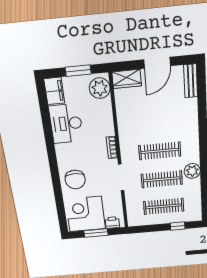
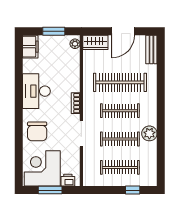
plant: (100, 88) -> (75, 44), width x0.53, depth x0.53
clothes rail: (158, 121) -> (120, 82), added
desk: (66, 124) -> (36, 91), moved

